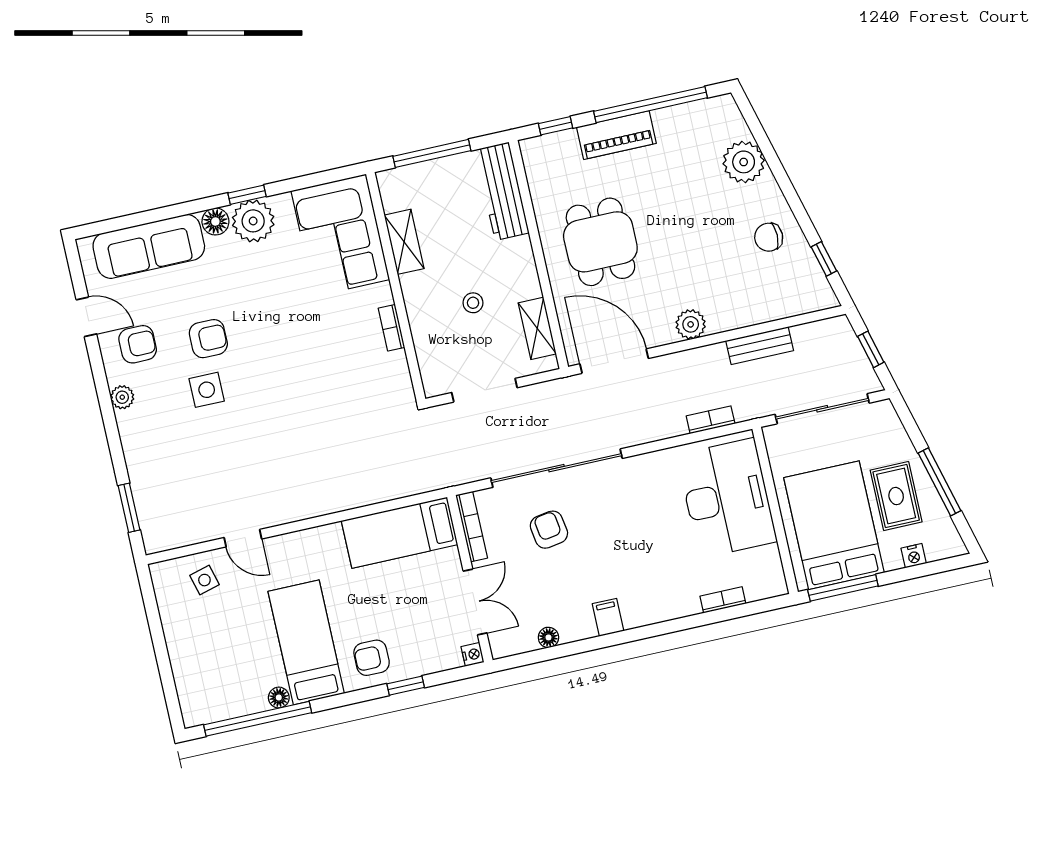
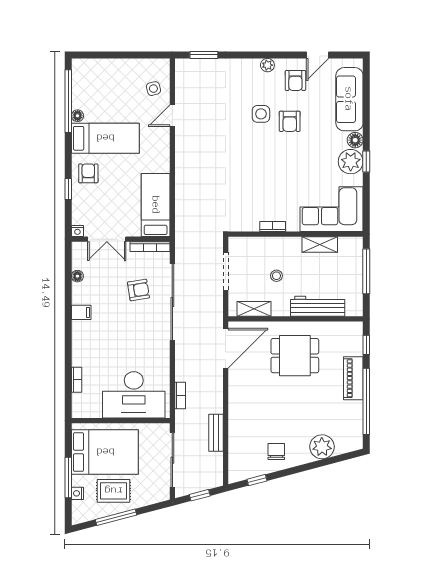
workbench: (502, 191) -> (318, 306), moved
plant: (691, 324) -> (237, 396), removed
window: (843, 588) -> (68, 478), moved

